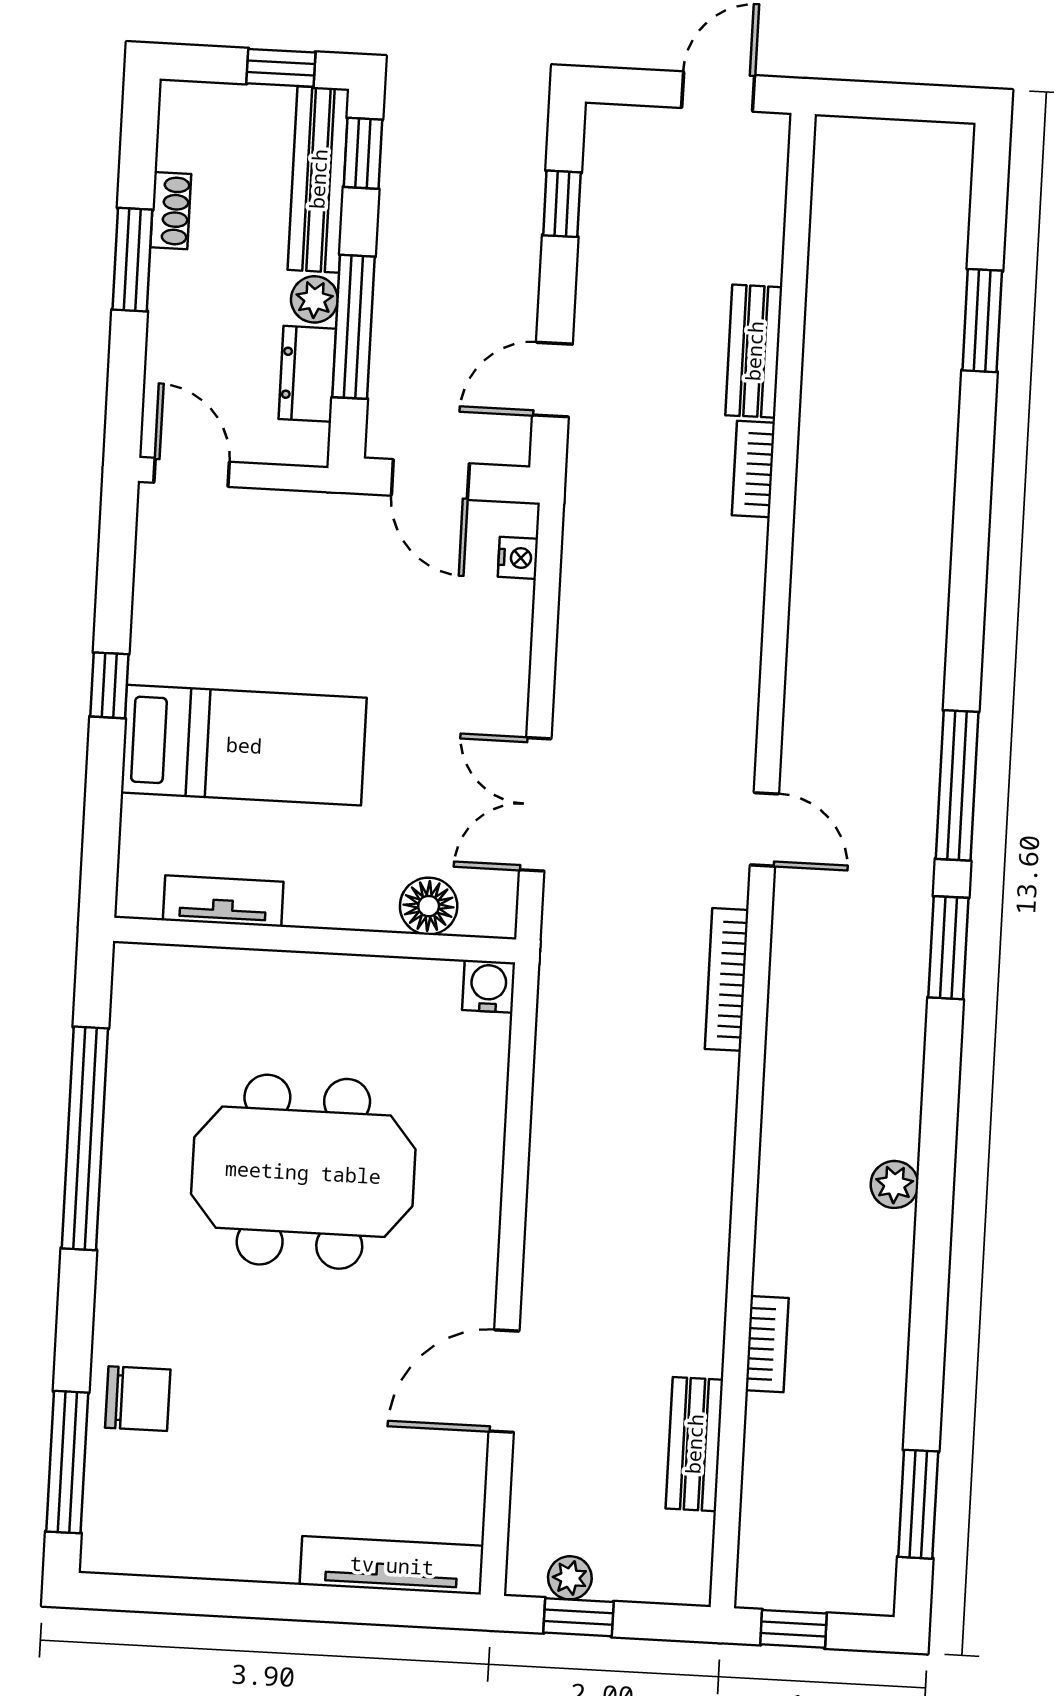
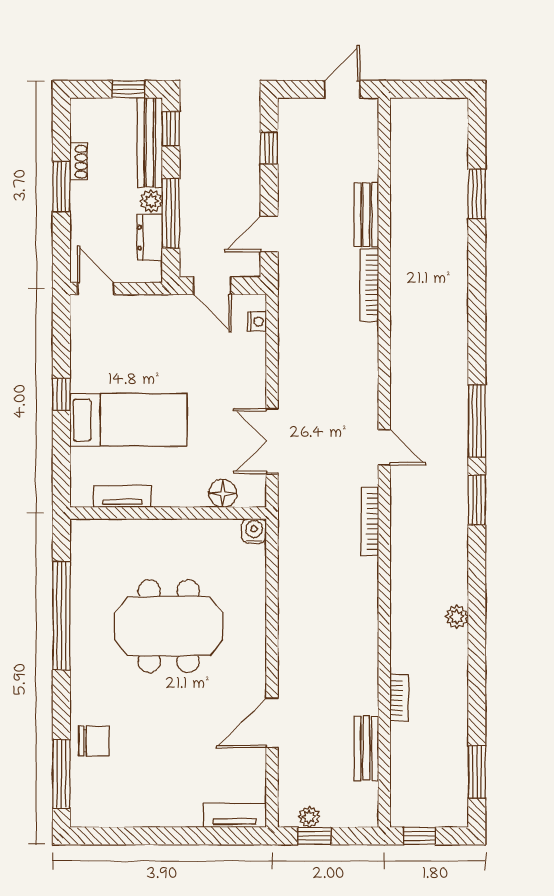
bookcase: (753, 469) -> (369, 285), width x1.56
tv unit: (392, 1565) -> (235, 815), width x0.71

